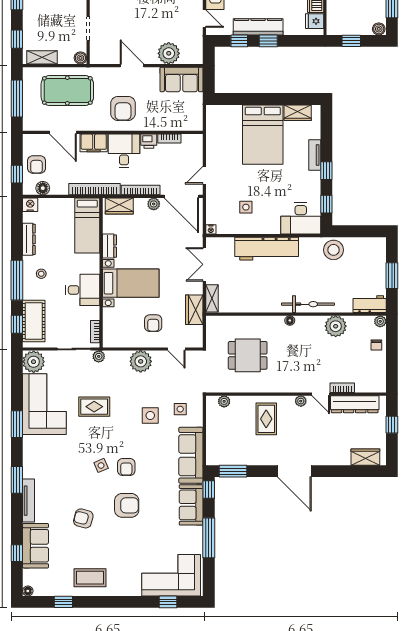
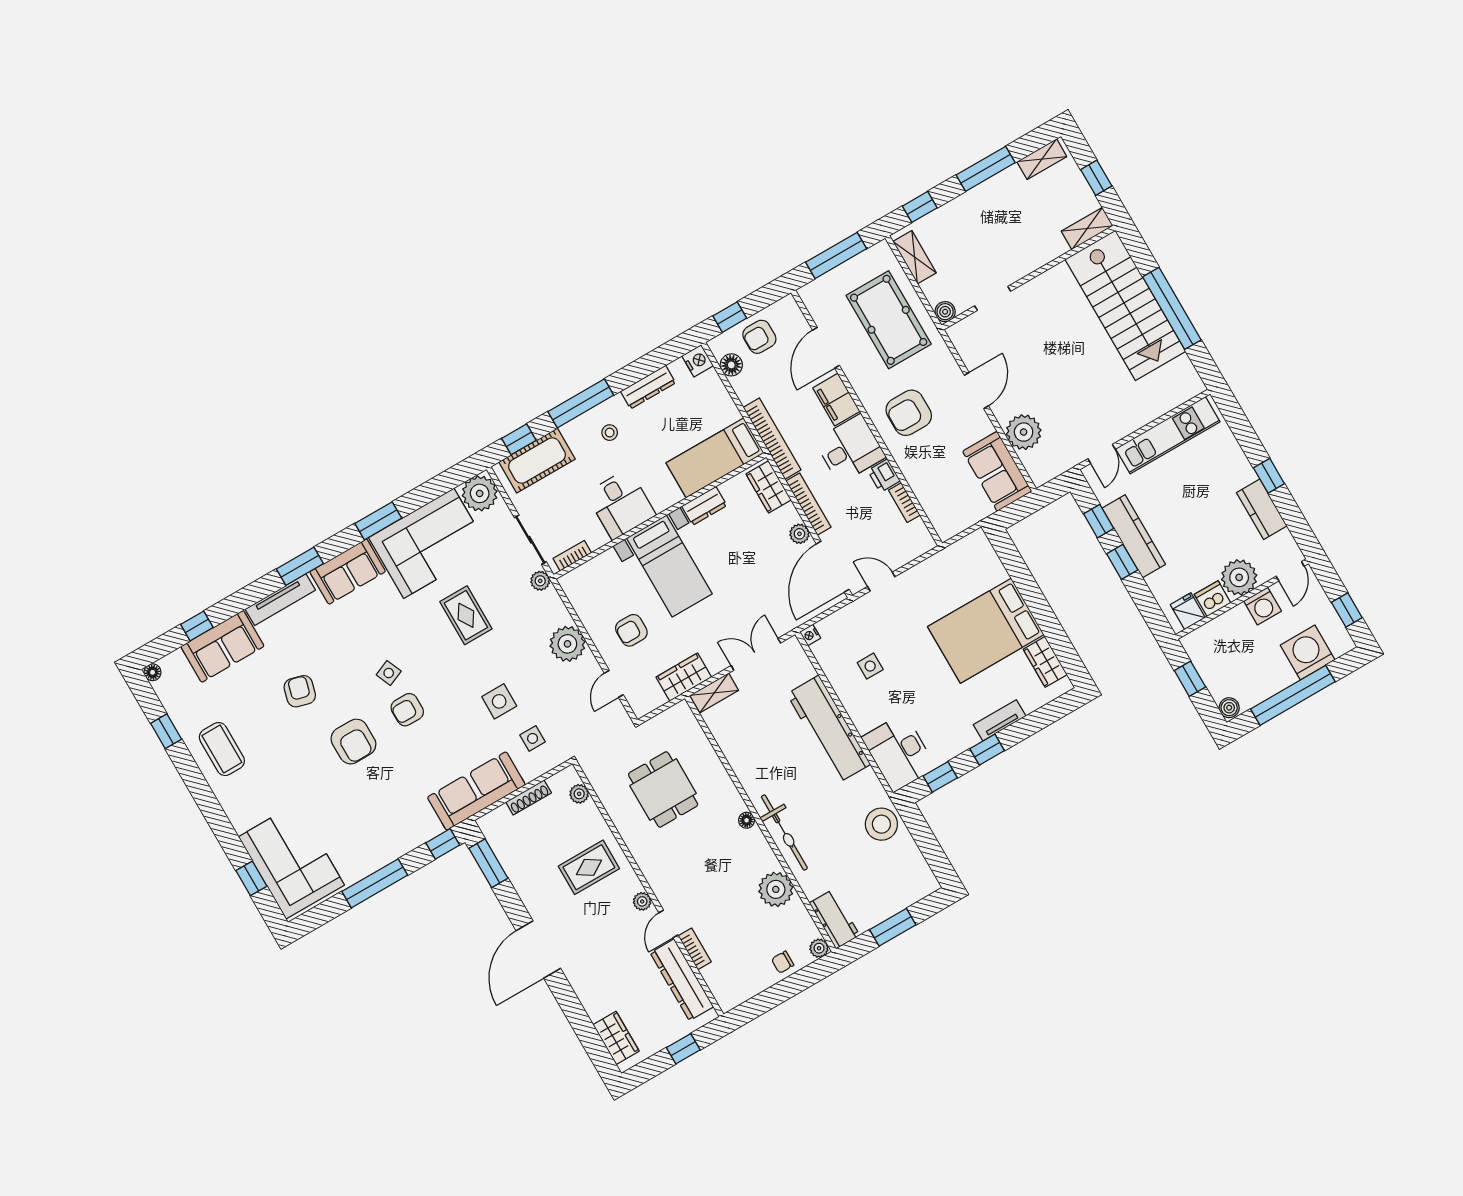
shoe rack: (210, 429) -> (529, 797), added
sofa: (191, 505) -> (348, 572), moved, turned 180

